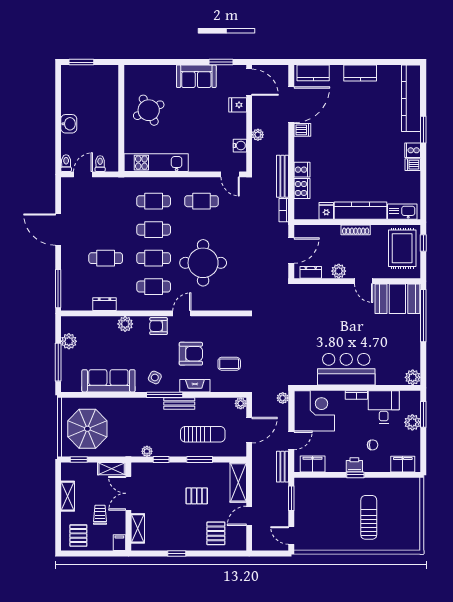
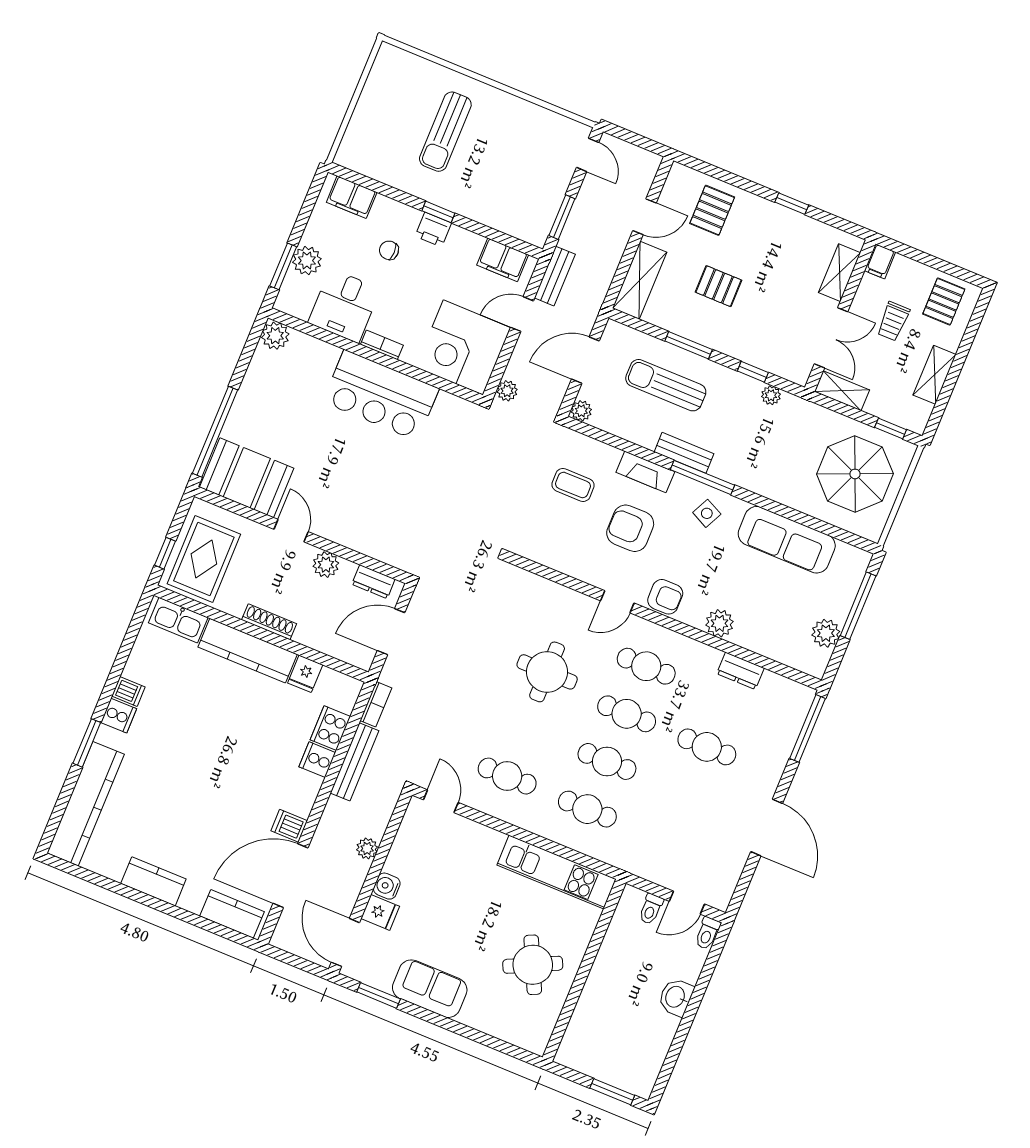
water cooler: (240, 146) -> (387, 886), moved
round table: (203, 263) -> (547, 672), width x0.73, depth x0.73

